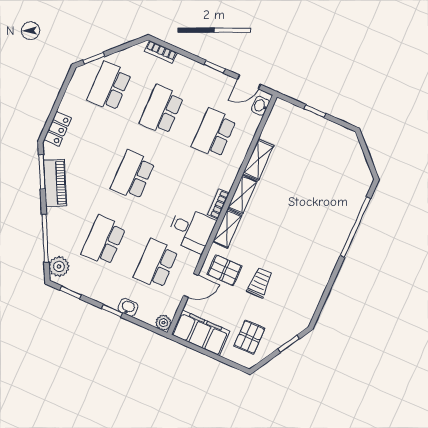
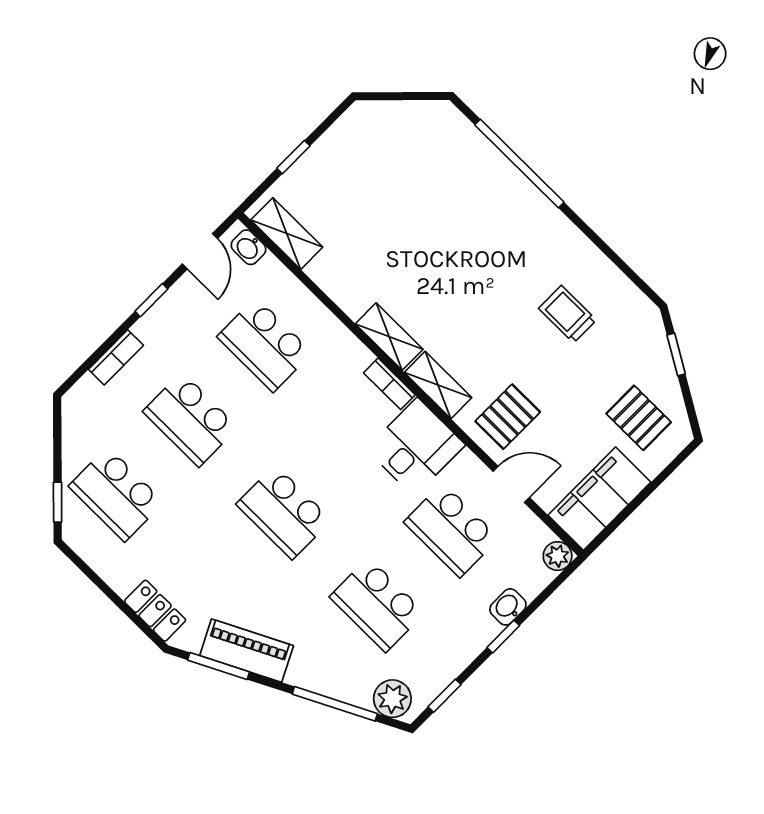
bookcase: (161, 52) -> (116, 357), moved
shelving: (258, 160) -> (287, 234), moved
trolley: (260, 283) -> (567, 314), moved
door: (191, 285) -> (511, 484), hinge flipped

